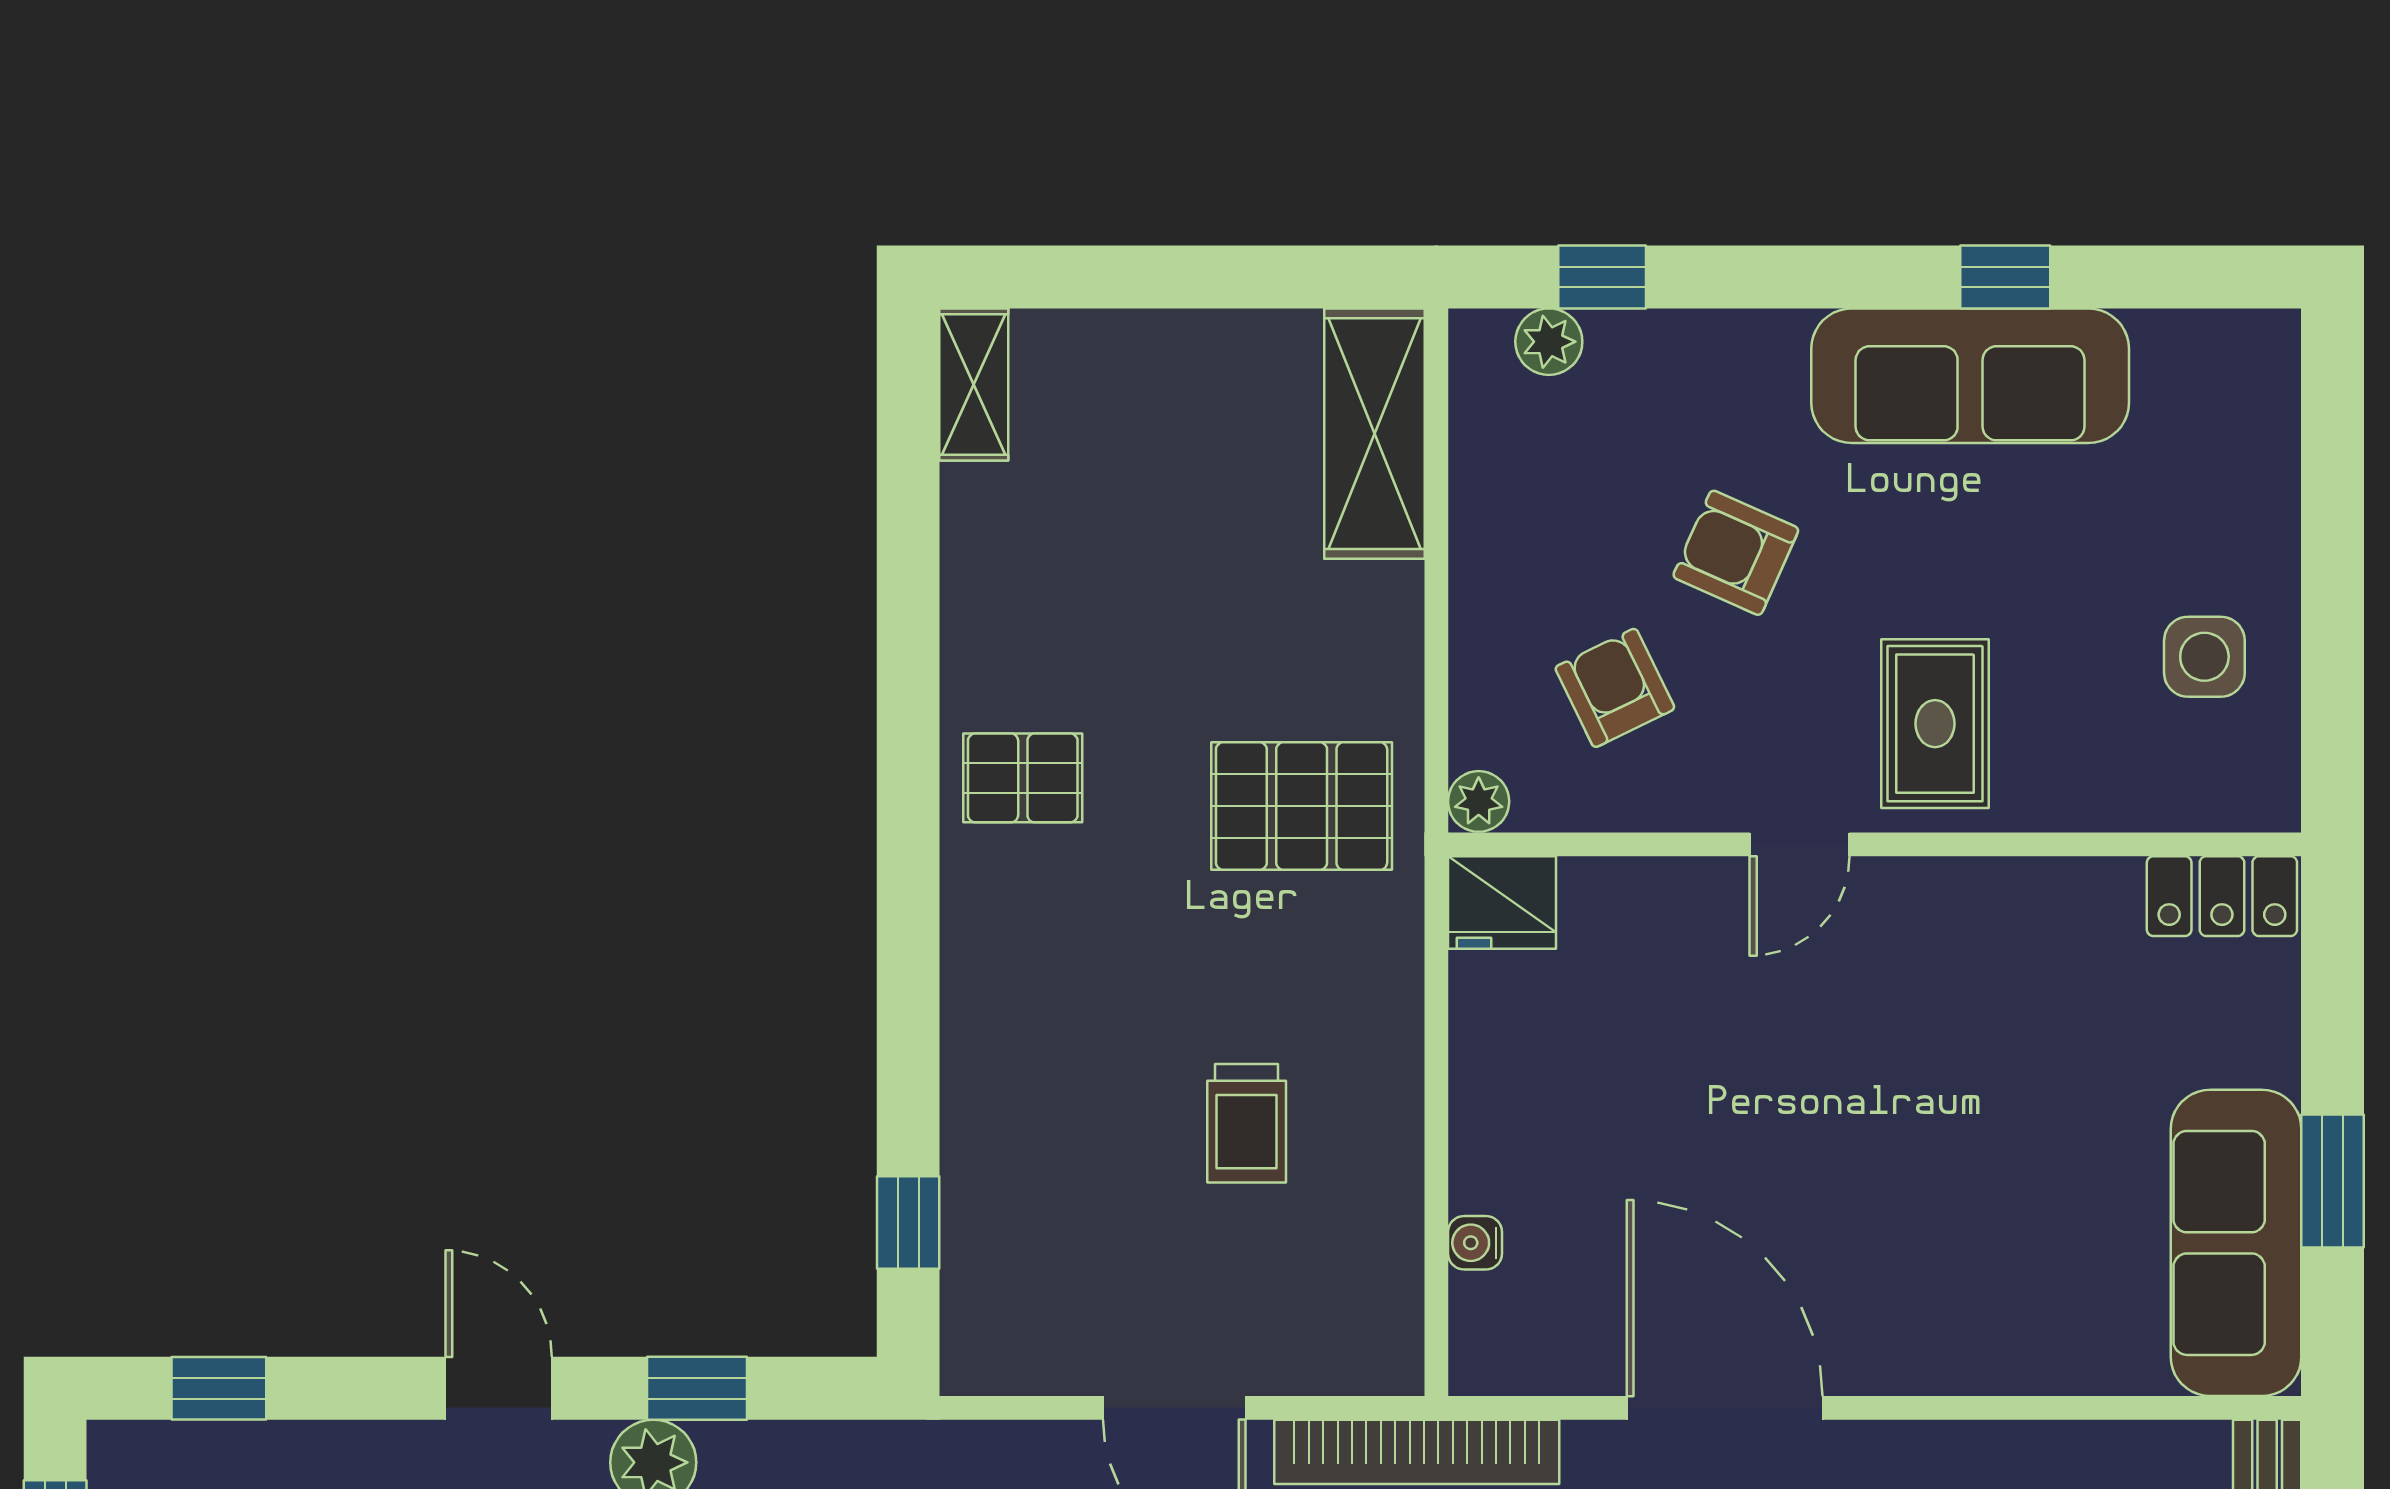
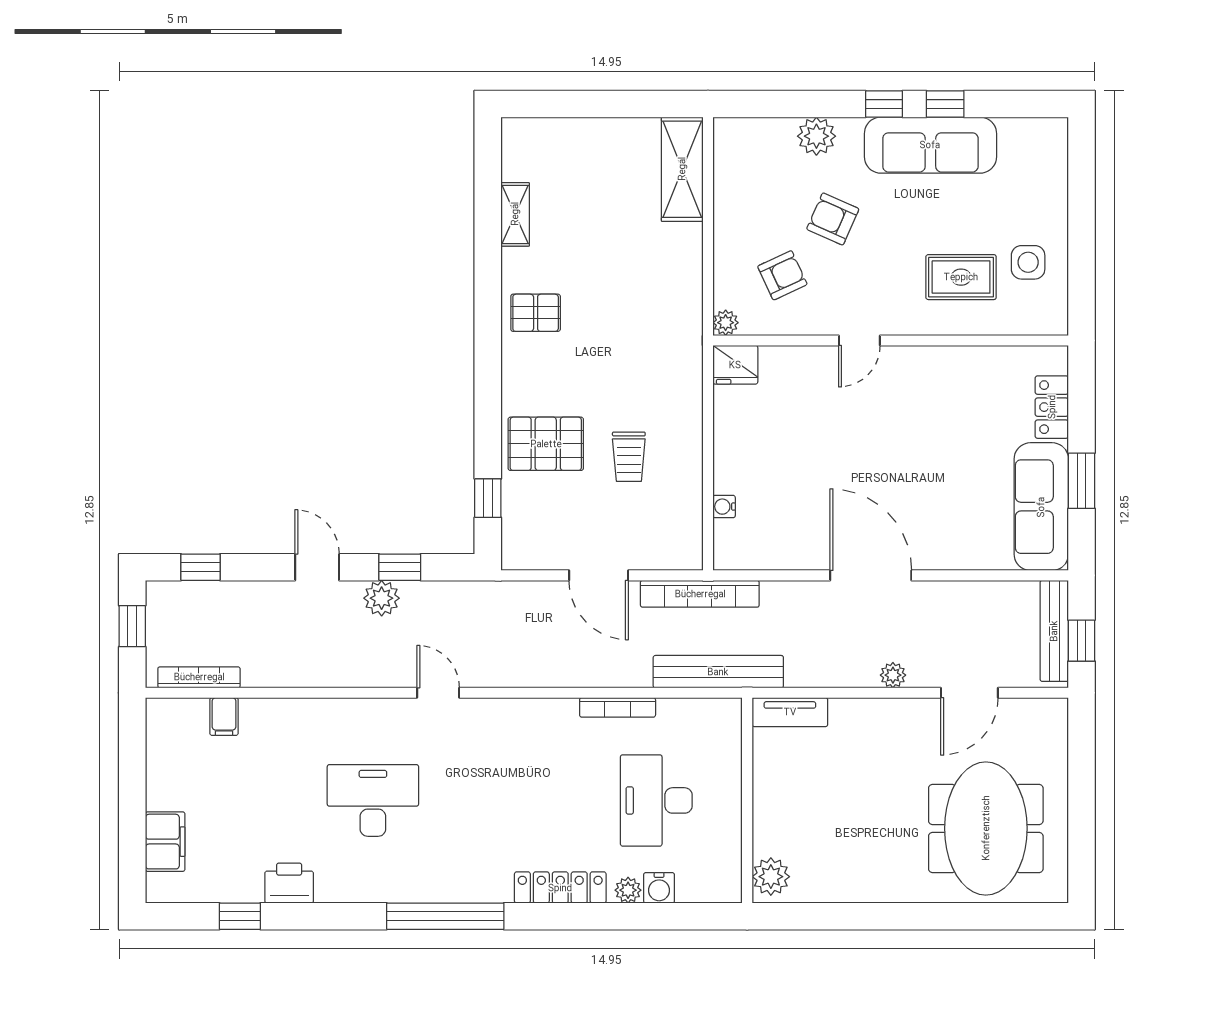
window: (1602, 277) -> (884, 104), moved
plant: (1549, 342) -> (816, 136), moved, width x1.38, depth x1.38
shelving: (974, 384) -> (515, 214), moved
armchair: (1615, 688) -> (782, 275), turned 91
rug: (1935, 724) -> (961, 277), moved, turned 90
pallet: (1302, 806) -> (546, 444), moved
locker: (2222, 896) -> (1052, 407), moved, turned 90
door: (1725, 1408) -> (871, 575), moved

